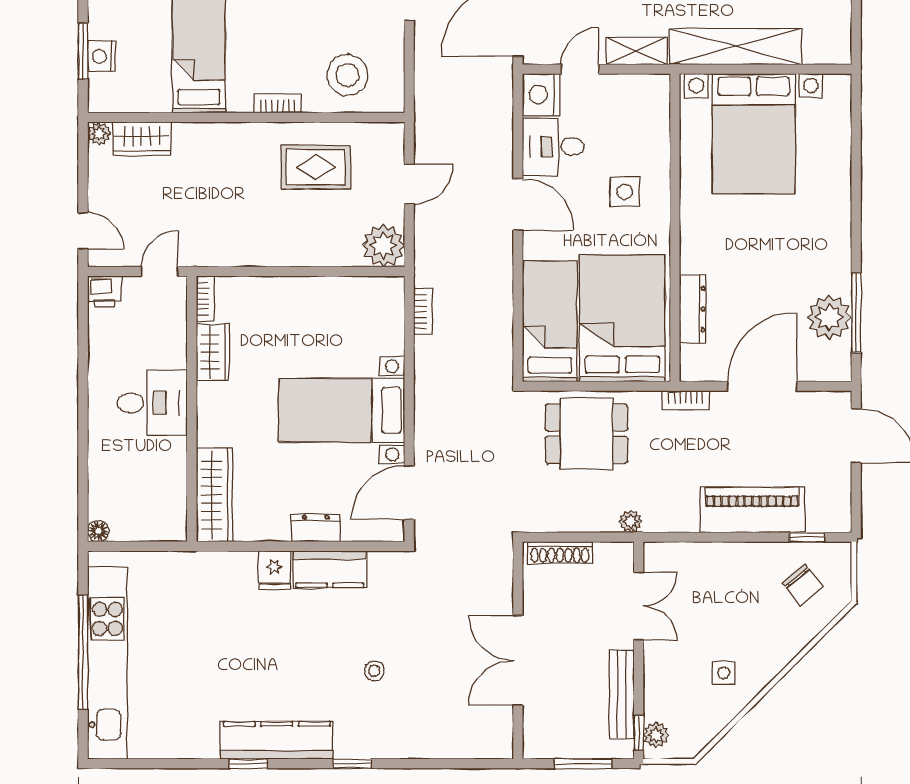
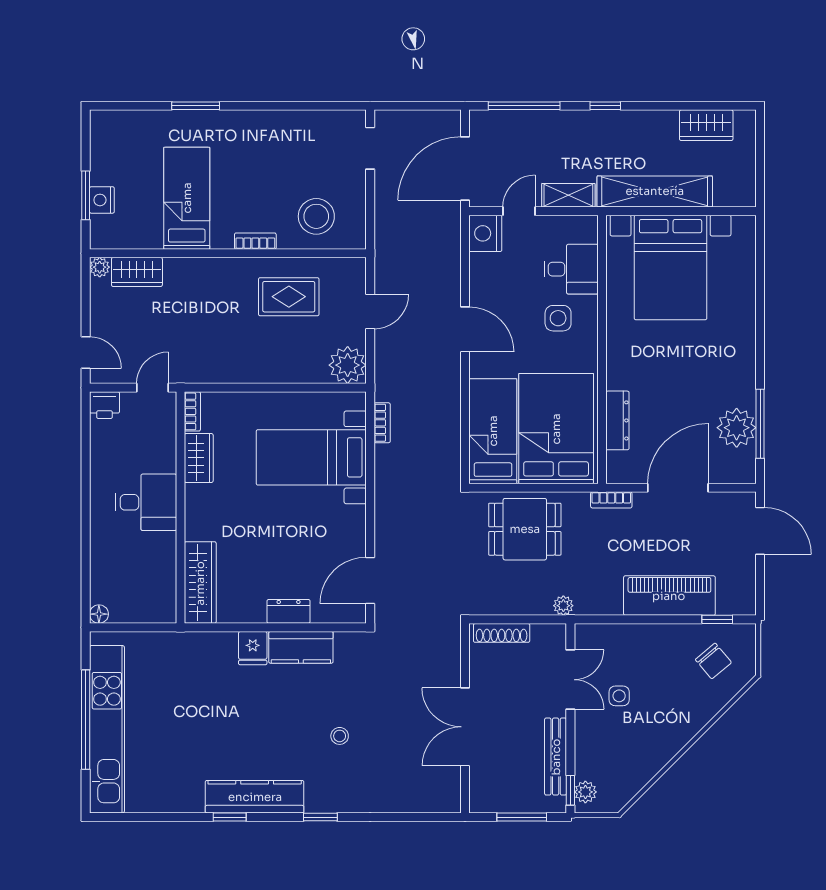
desk: (553, 147) -> (571, 269), moved, turned 180
bed with nightstands: (342, 410) -> (311, 457), moved
side table: (724, 673) -> (619, 696), moved

